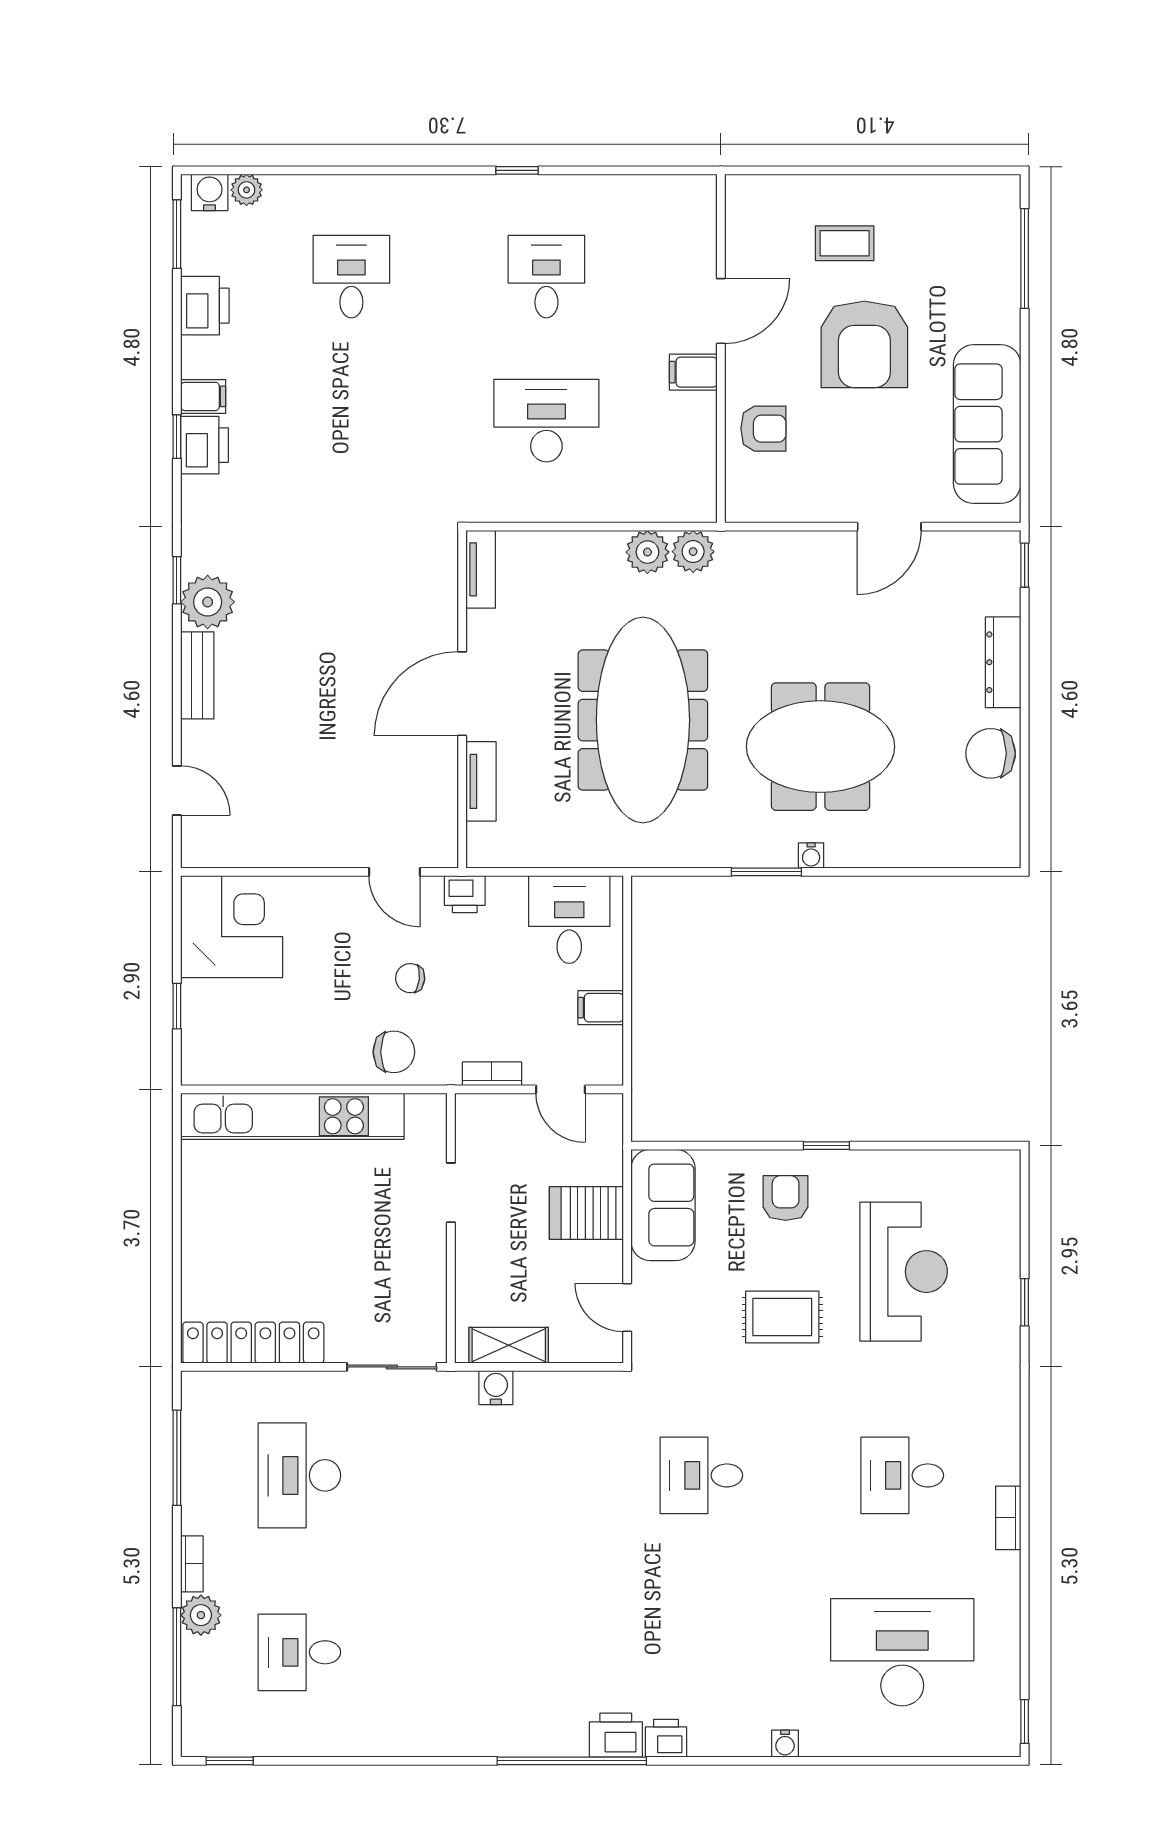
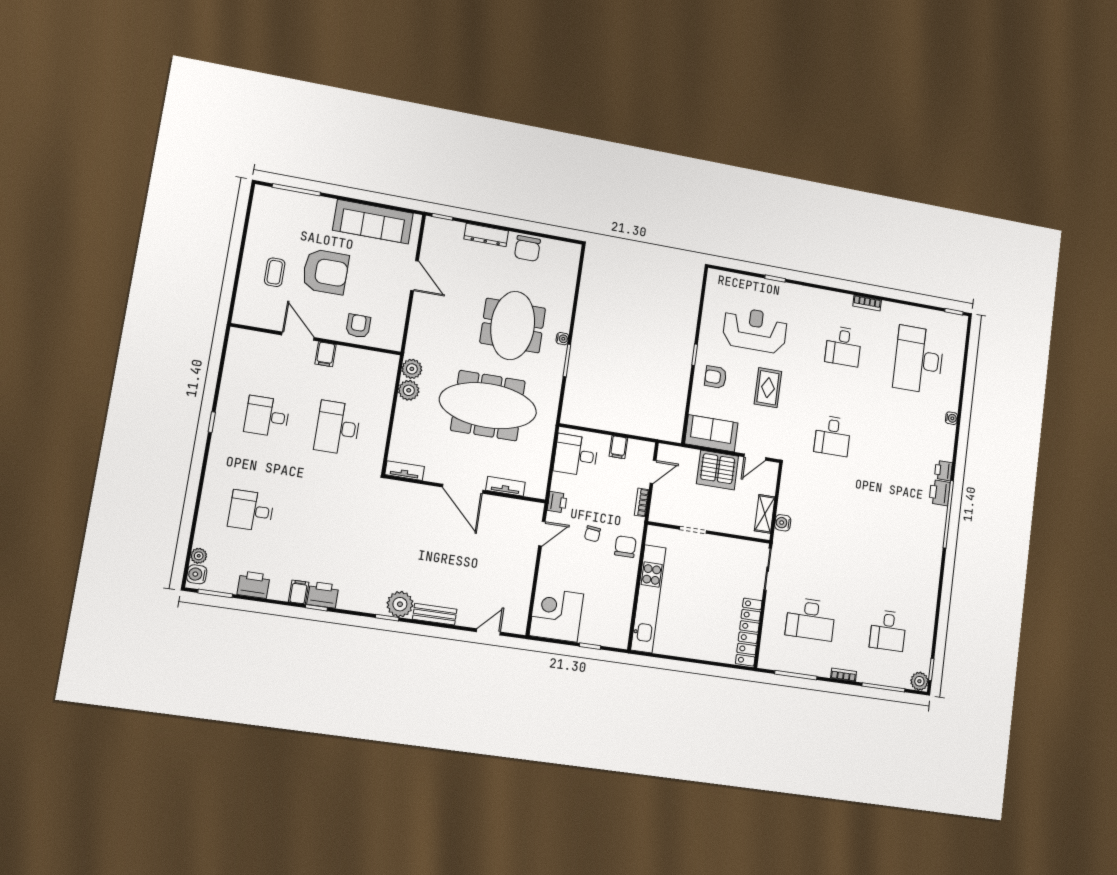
server rack: (586, 1213) -> (717, 470), width x1.60
plant: (201, 1615) -> (919, 681), moved

